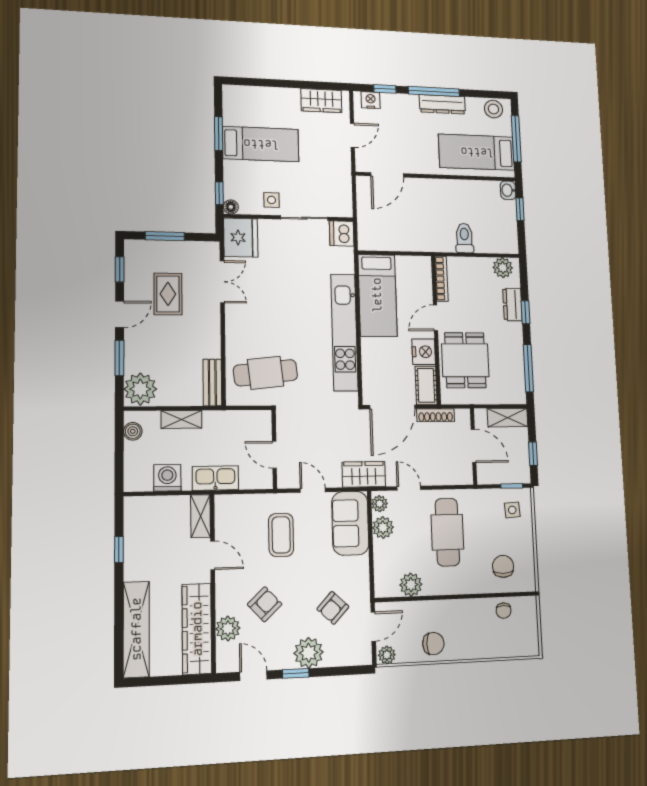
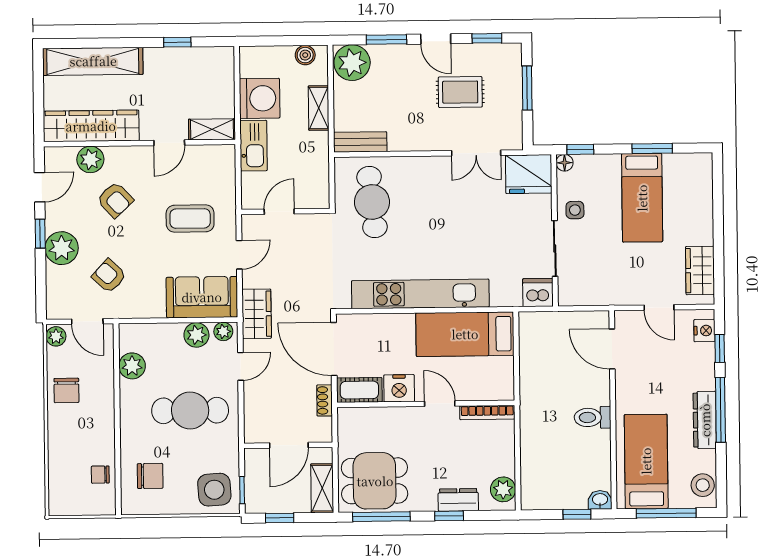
toilet: (464, 238) -> (592, 417), moved, turned 180
dining table: (465, 360) -> (375, 481), moved
shoe rack: (436, 415) -> (325, 400), width x0.70
washing machine: (167, 478) -> (260, 98), width x1.37, depth x1.37
side table: (512, 510) -> (214, 490), width x1.87, depth x1.87

